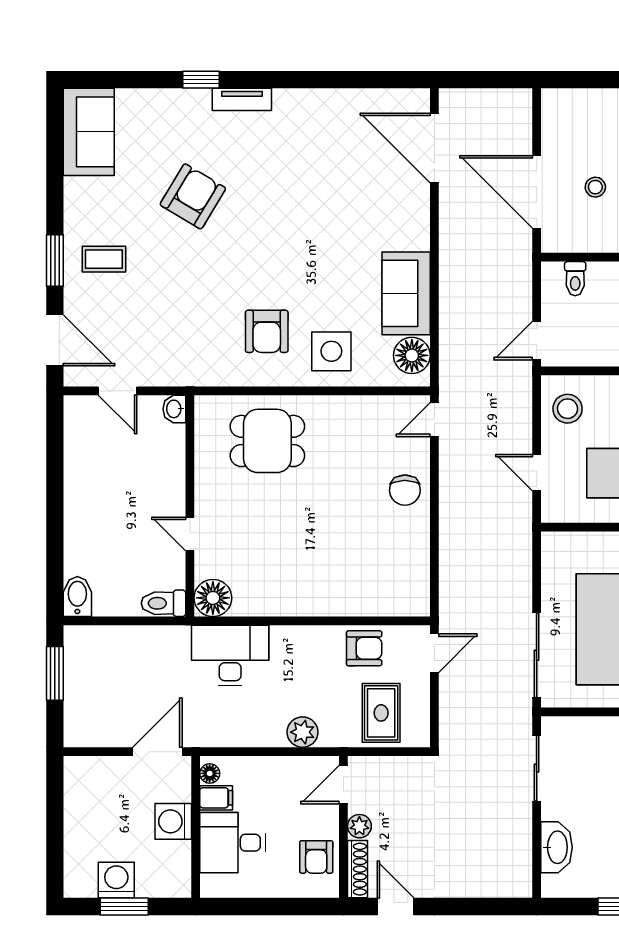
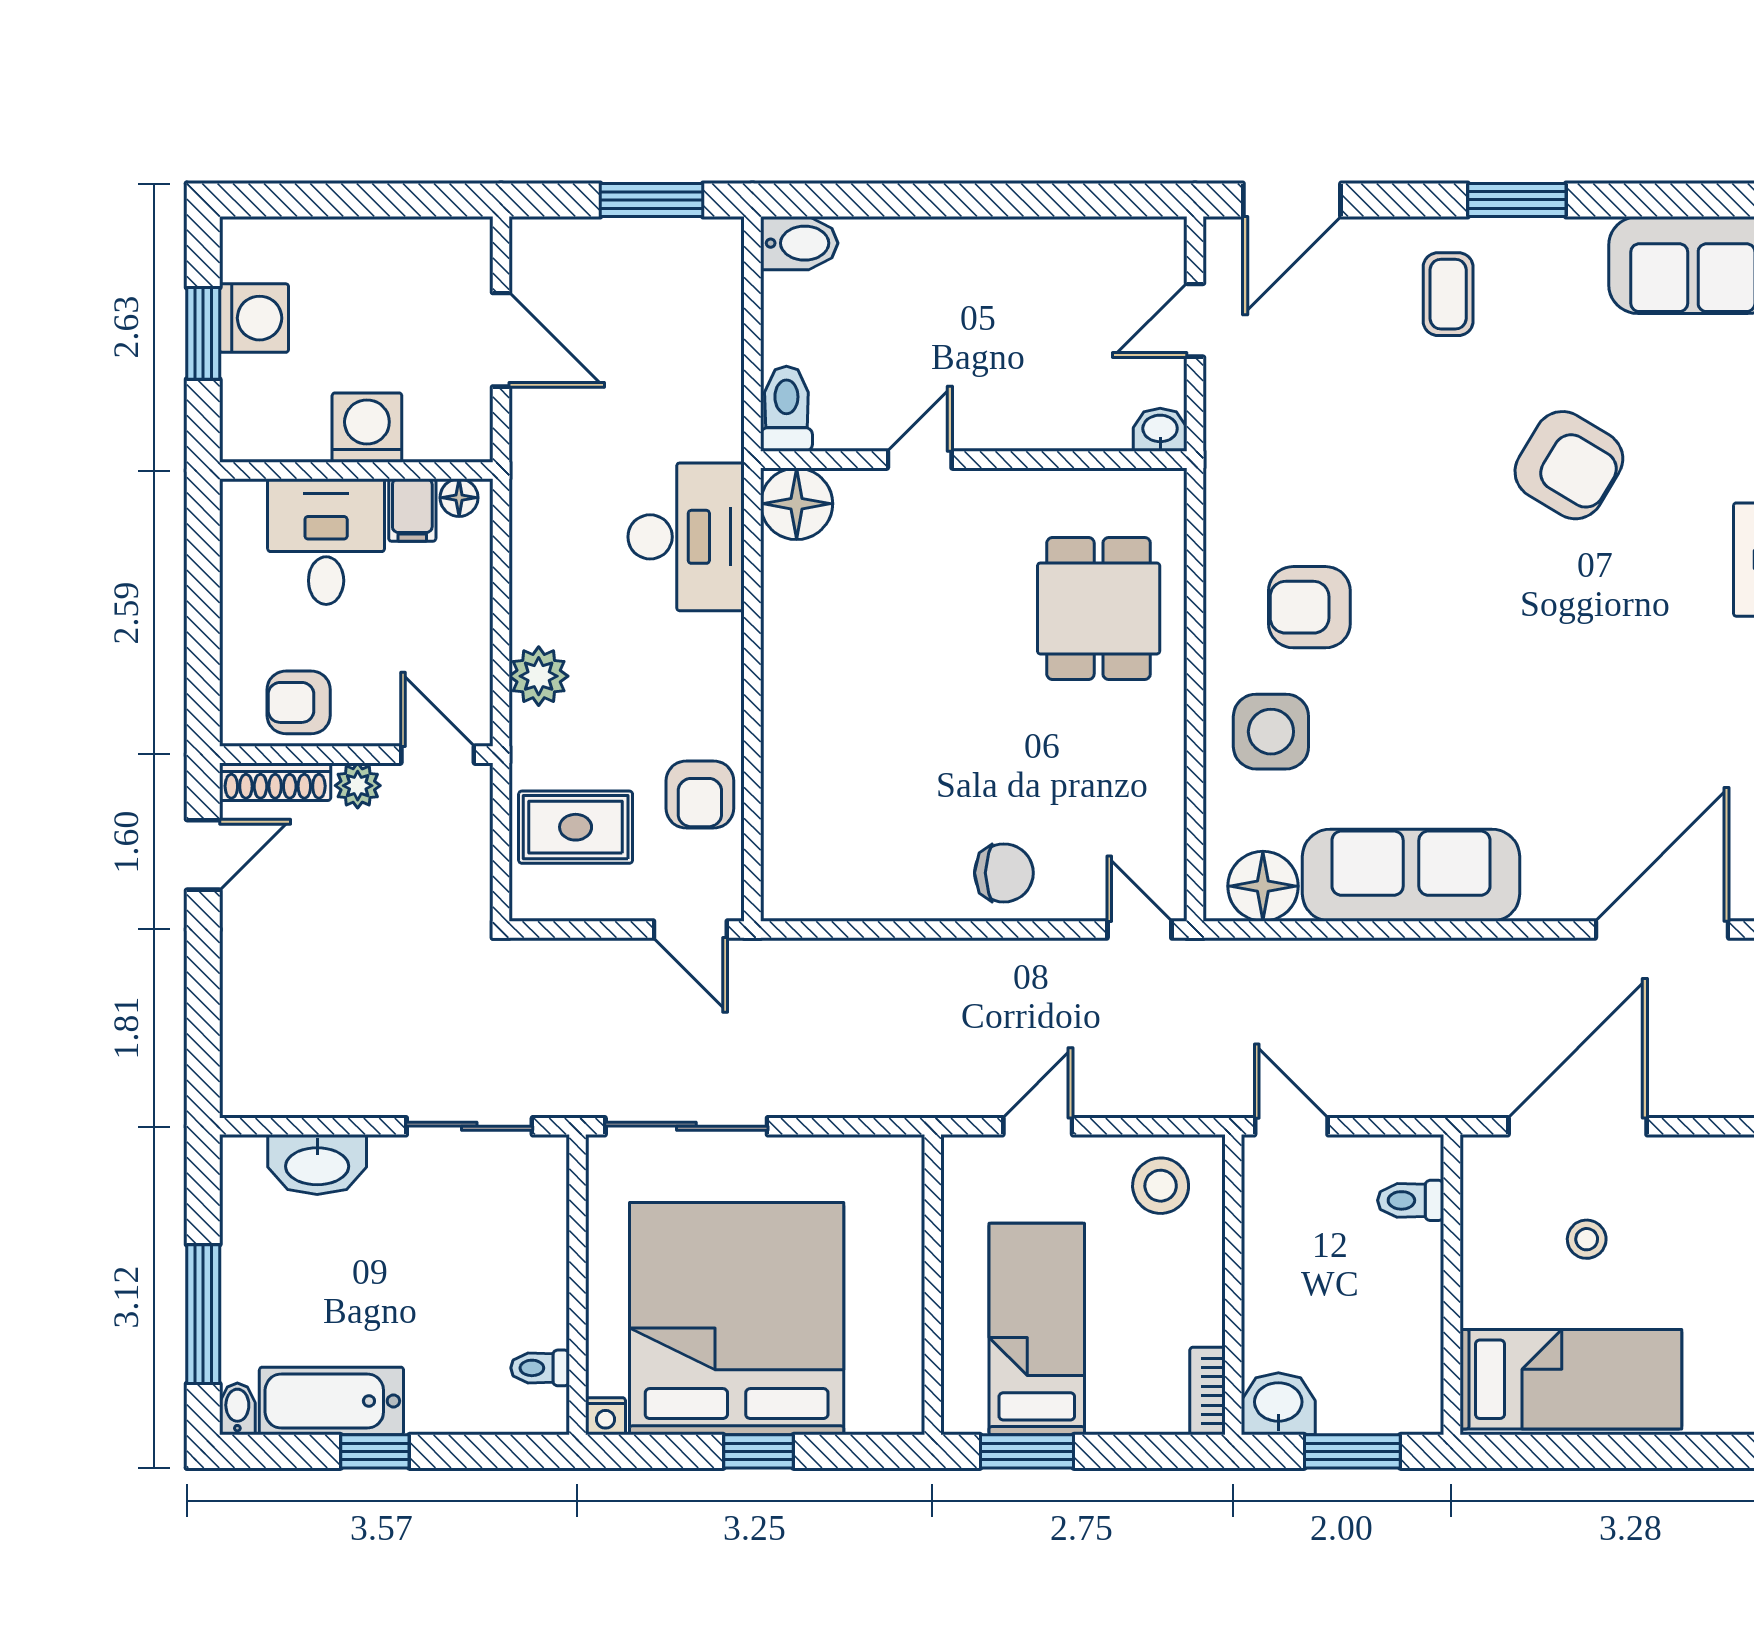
window: (55, 260) -> (1517, 200), moved
sofa: (406, 293) -> (1411, 875), width x1.36
chair: (405, 490) -> (1004, 873), turned 180
door: (157, 752) -> (501, 340), moved

